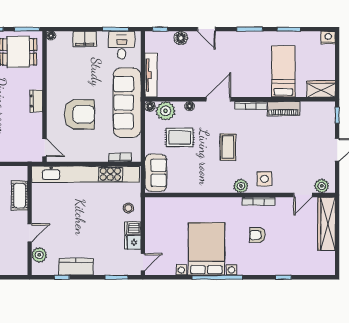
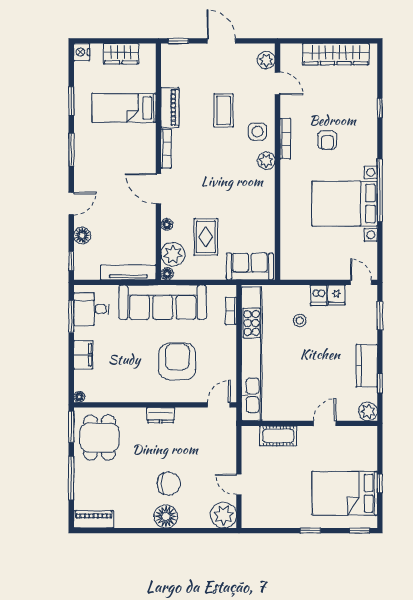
wardrobe: (321, 89) -> (121, 54), moved, turned -90
coffee table: (228, 147) -> (224, 110), moved, turned 90
stool: (128, 208) -> (300, 321), moved
wardrobe: (326, 224) -> (336, 54), moved
door: (30, 233) -> (325, 423), hinge flipped
plant: (39, 255) -> (368, 411), moved

